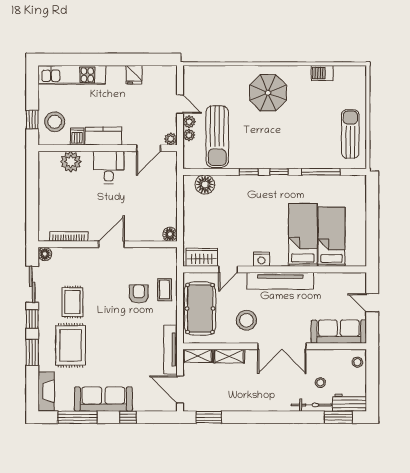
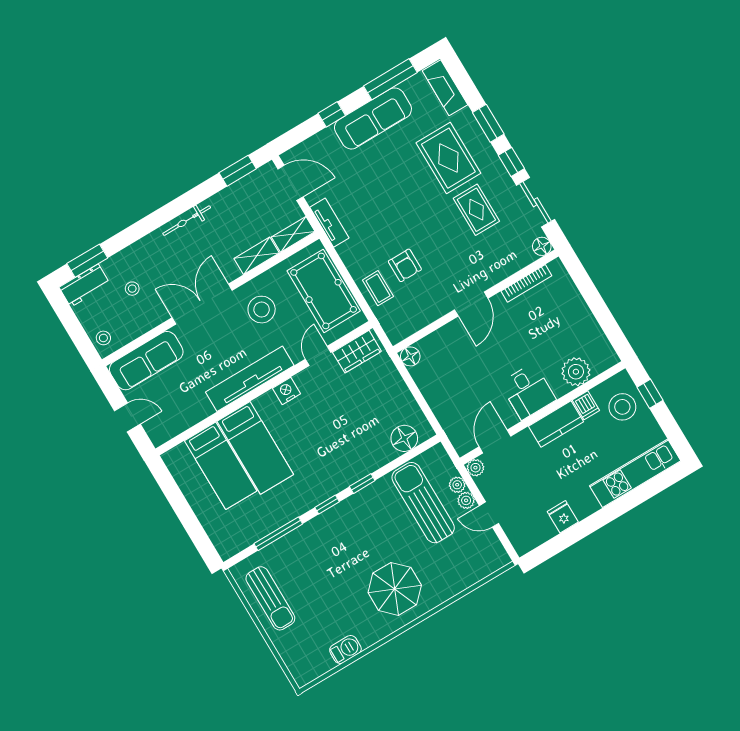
tv unit: (170, 350) -> (329, 223), width x0.71
bicycle: (311, 405) -> (187, 221), moved

